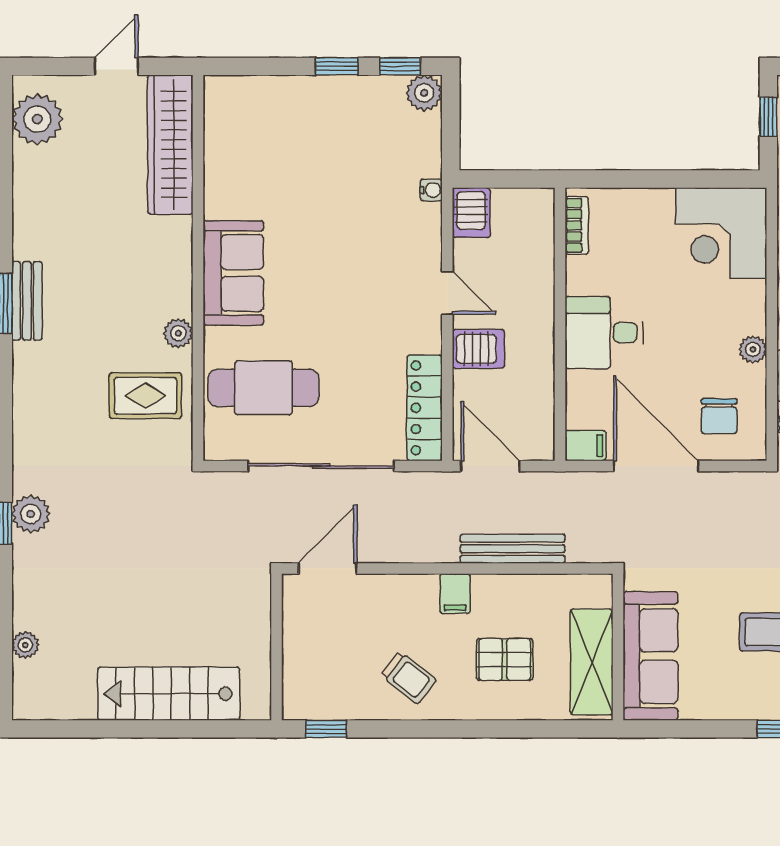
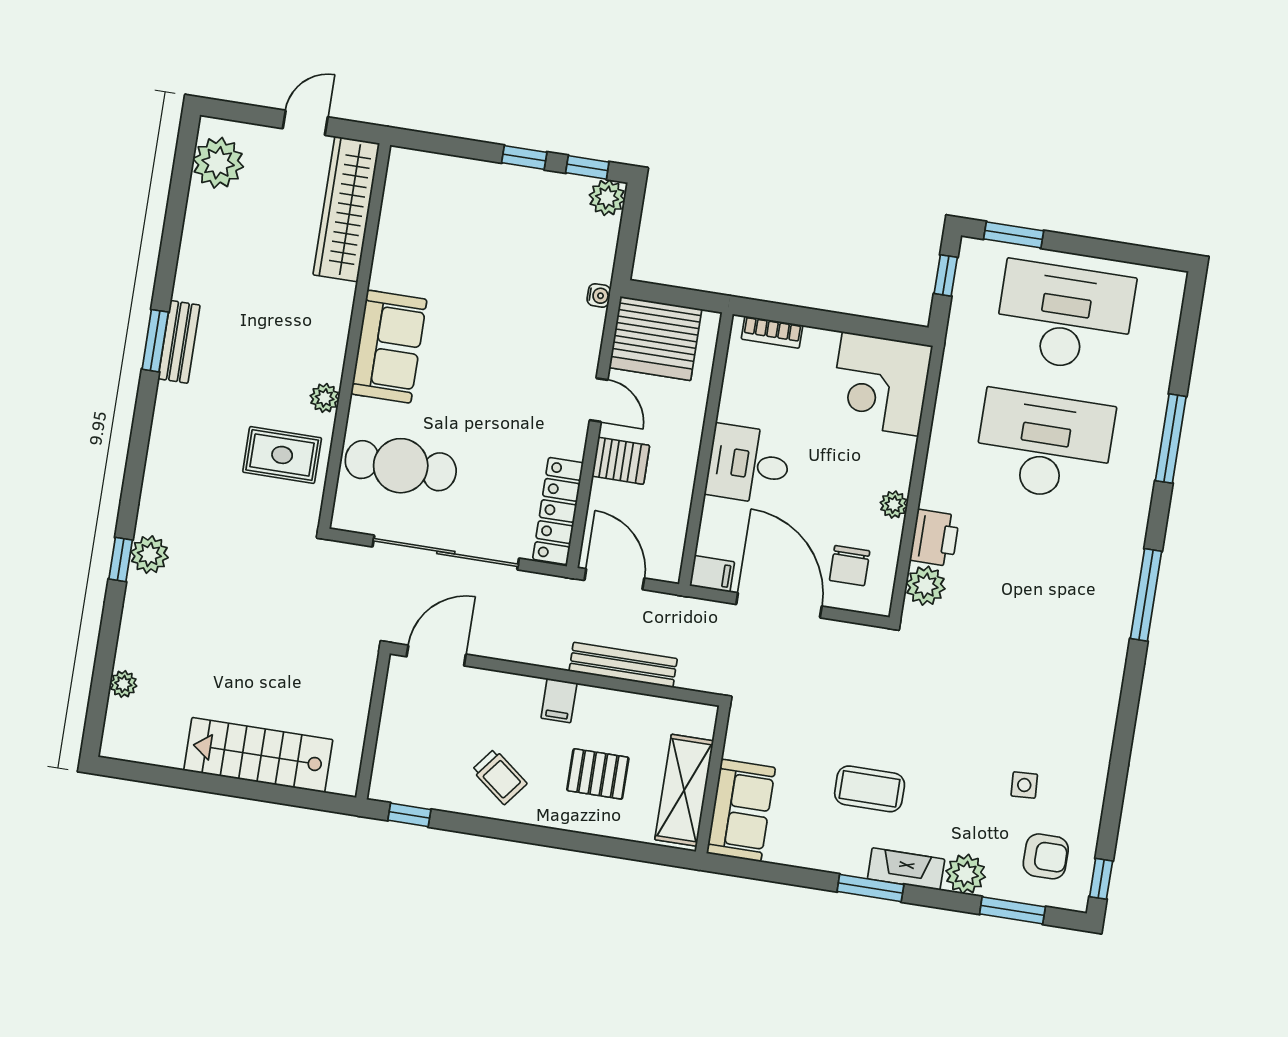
server rack: (471, 213) -> (655, 338), width x2.18, depth x1.44
bookcase: (577, 225) -> (772, 332), moved, turned 90
sofa: (651, 656) -> (741, 810), width x0.73

